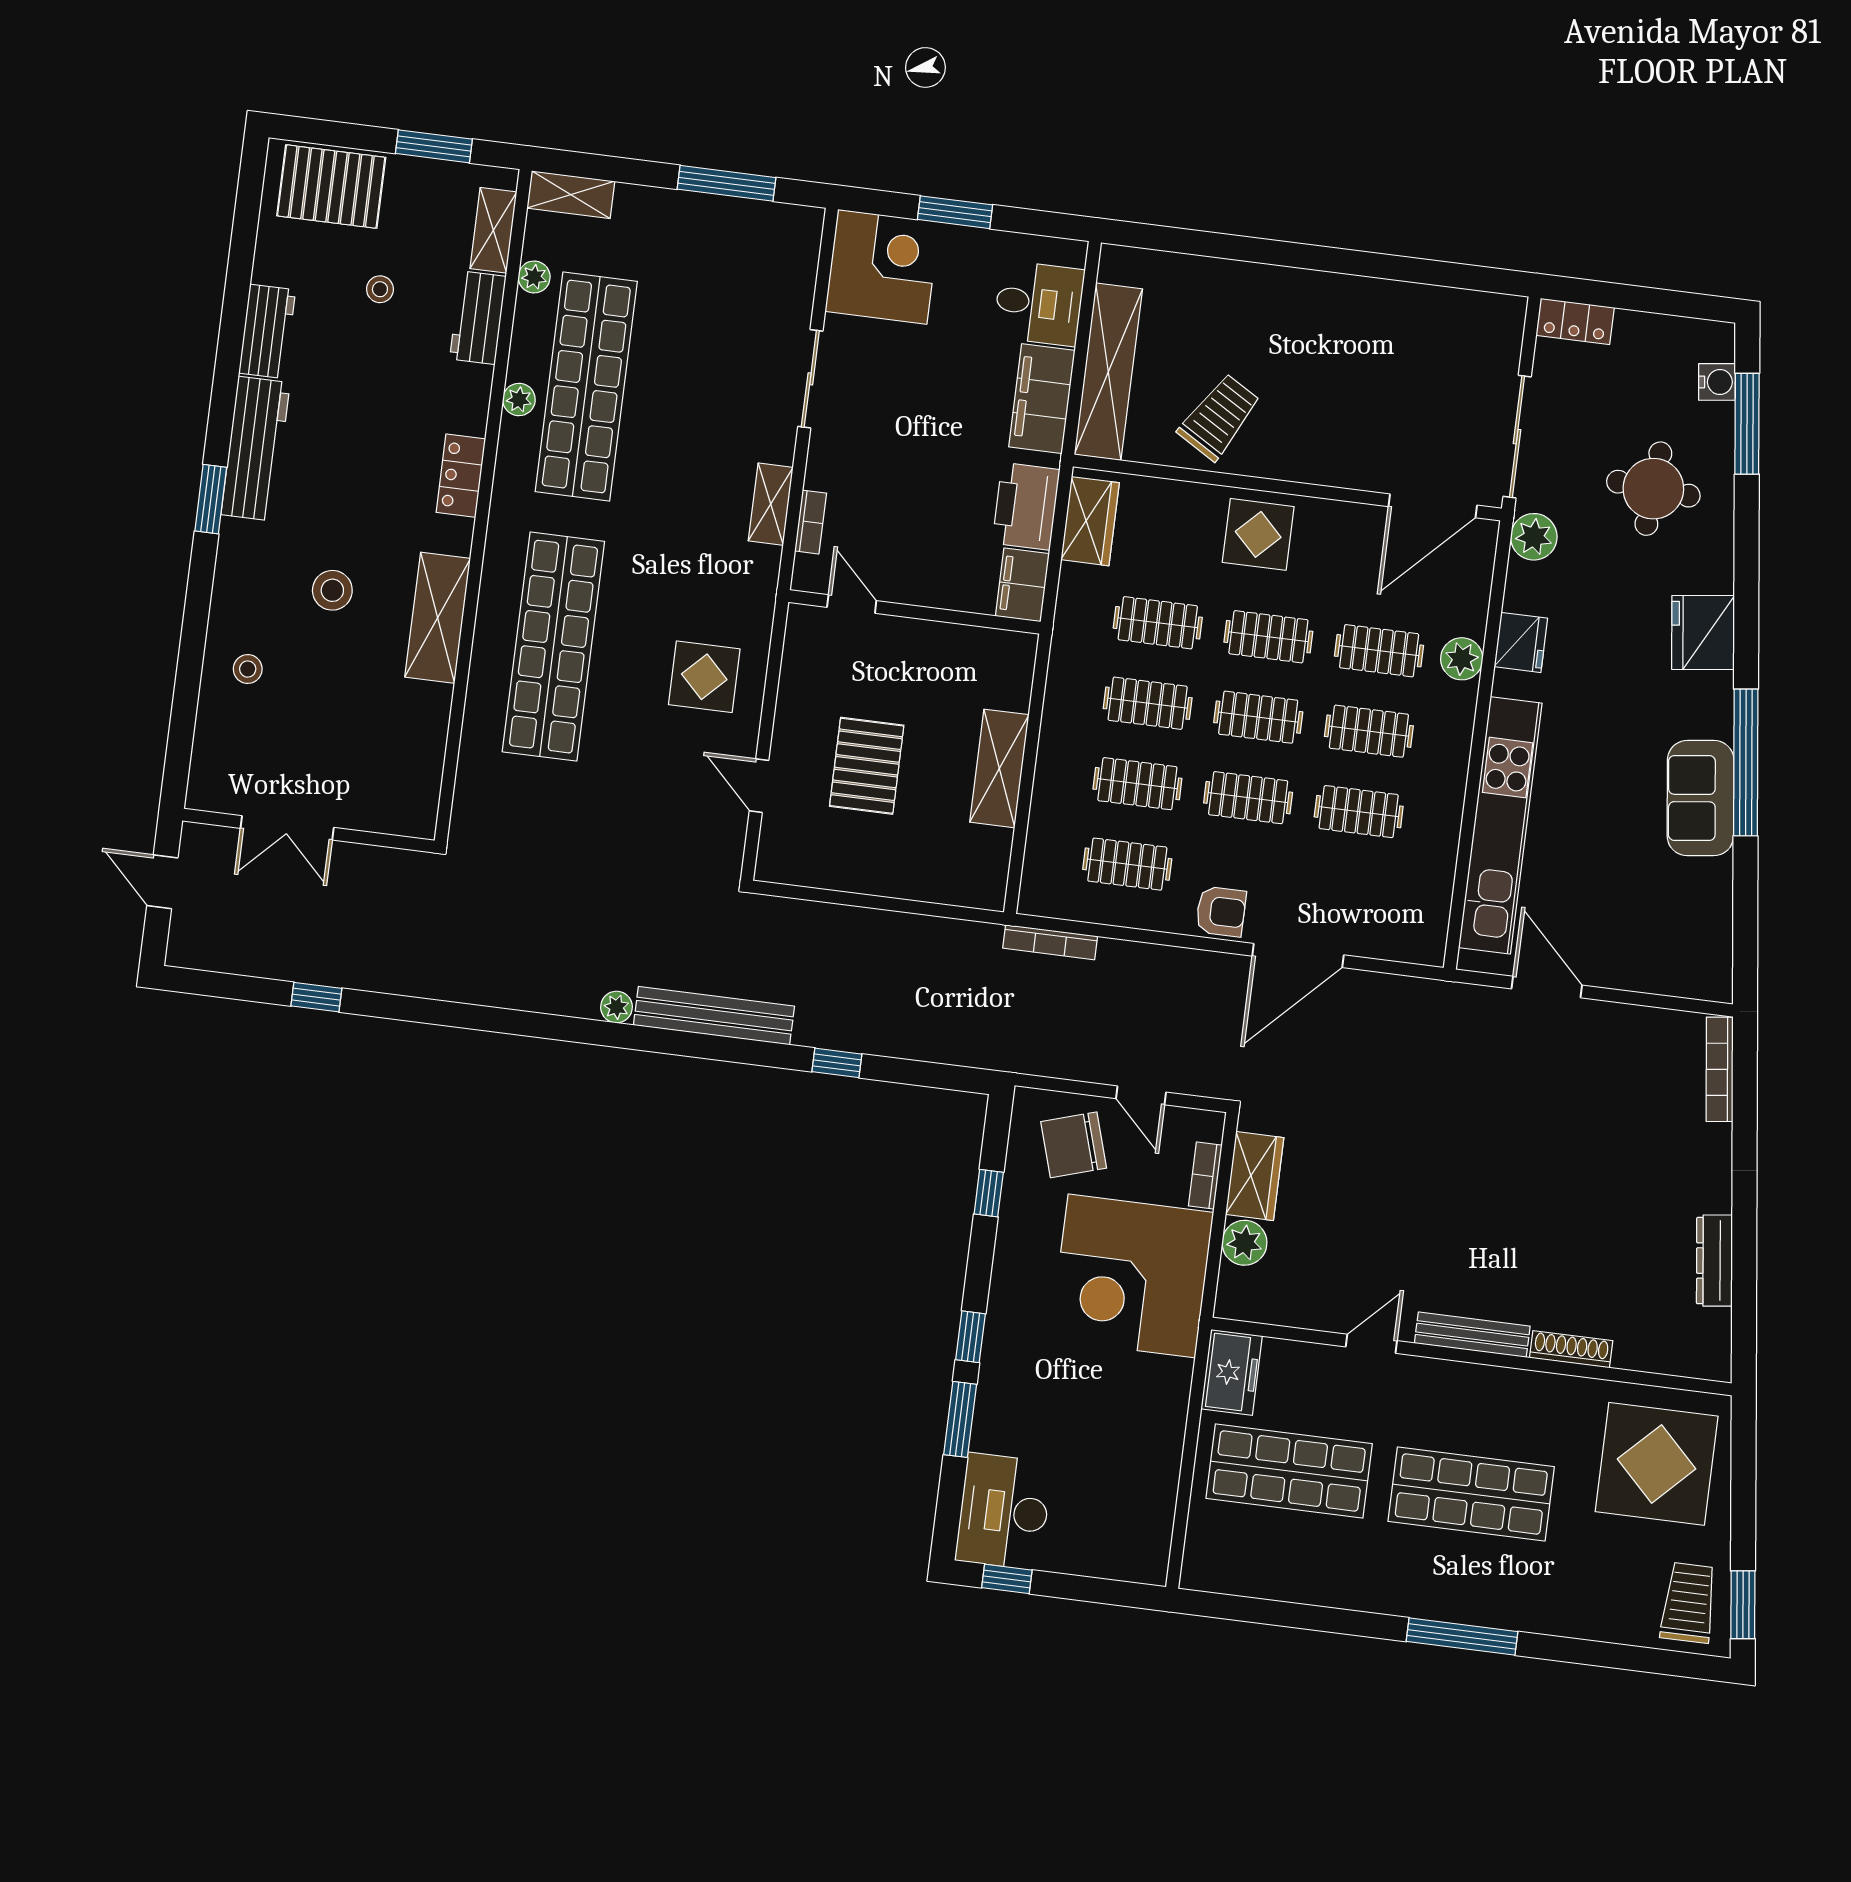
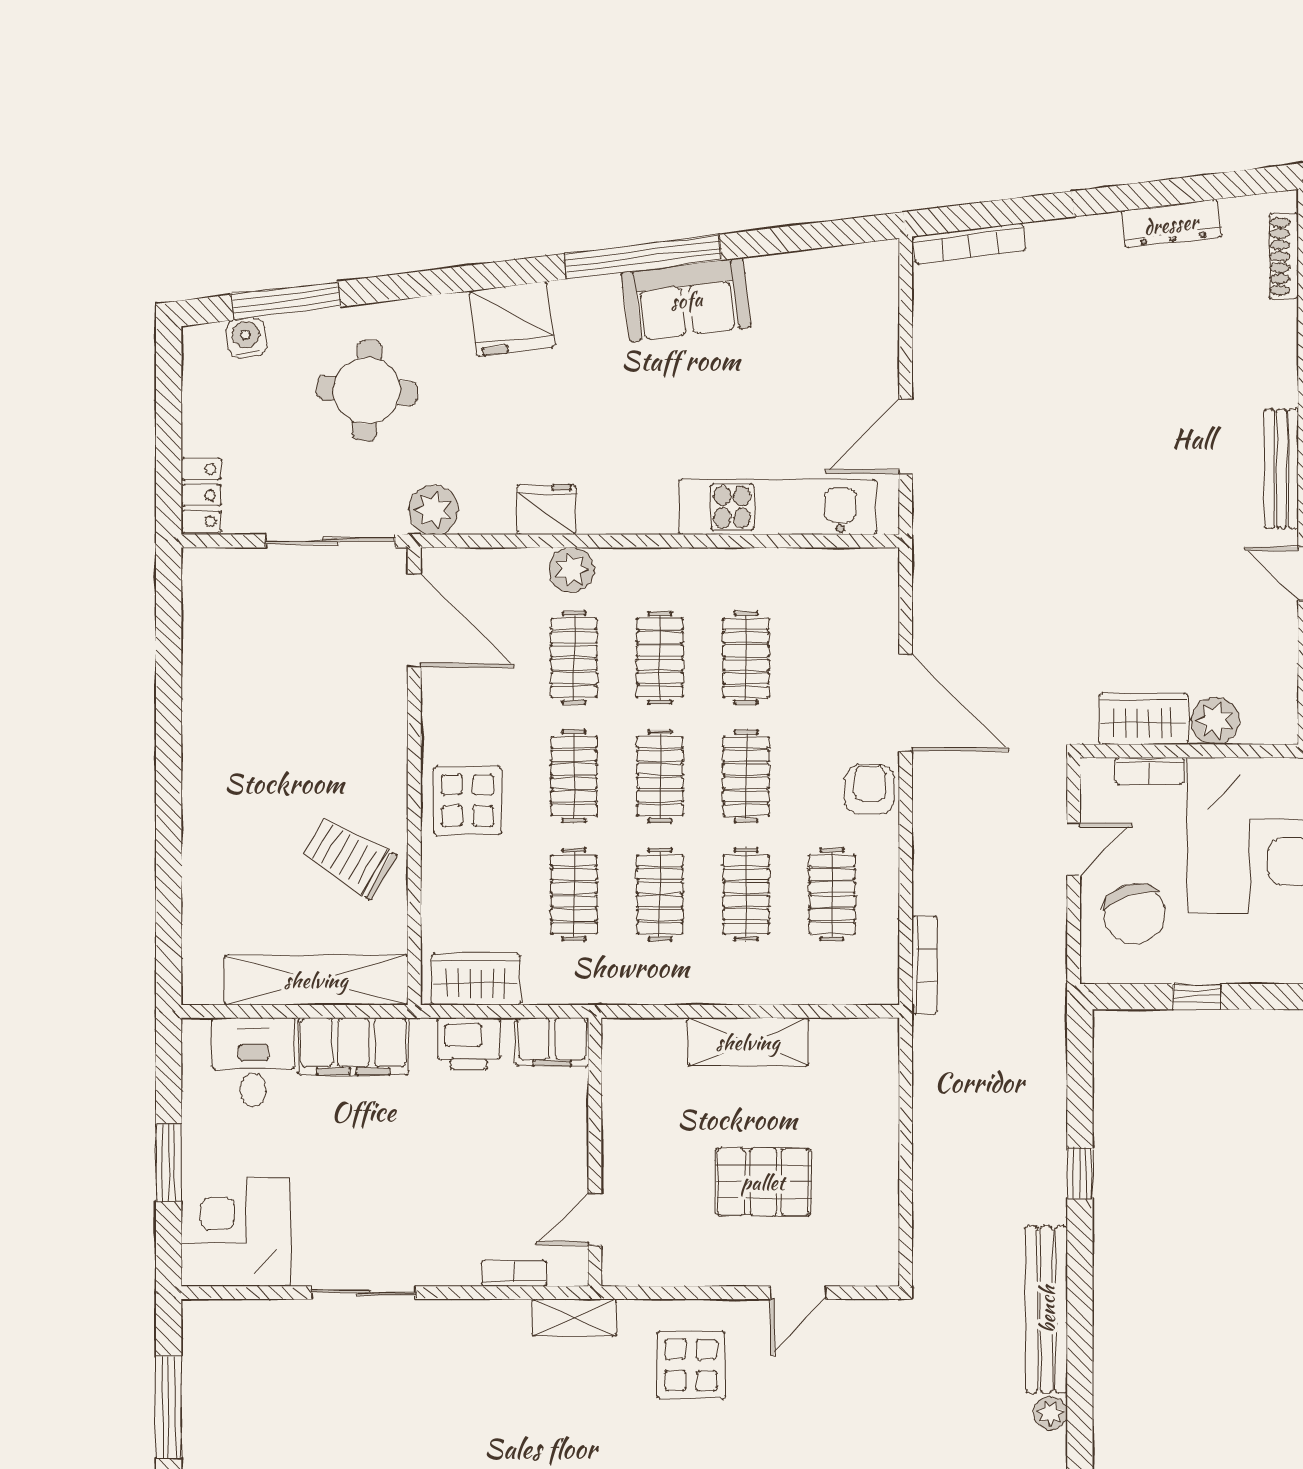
shelving: (771, 504) -> (574, 1318), moved
printer: (1026, 506) -> (469, 1044), width x0.73, depth x0.84
kitchen unit: (1500, 825) -> (777, 507), width x0.73
shoe rack: (1571, 1349) -> (1284, 256), moved

